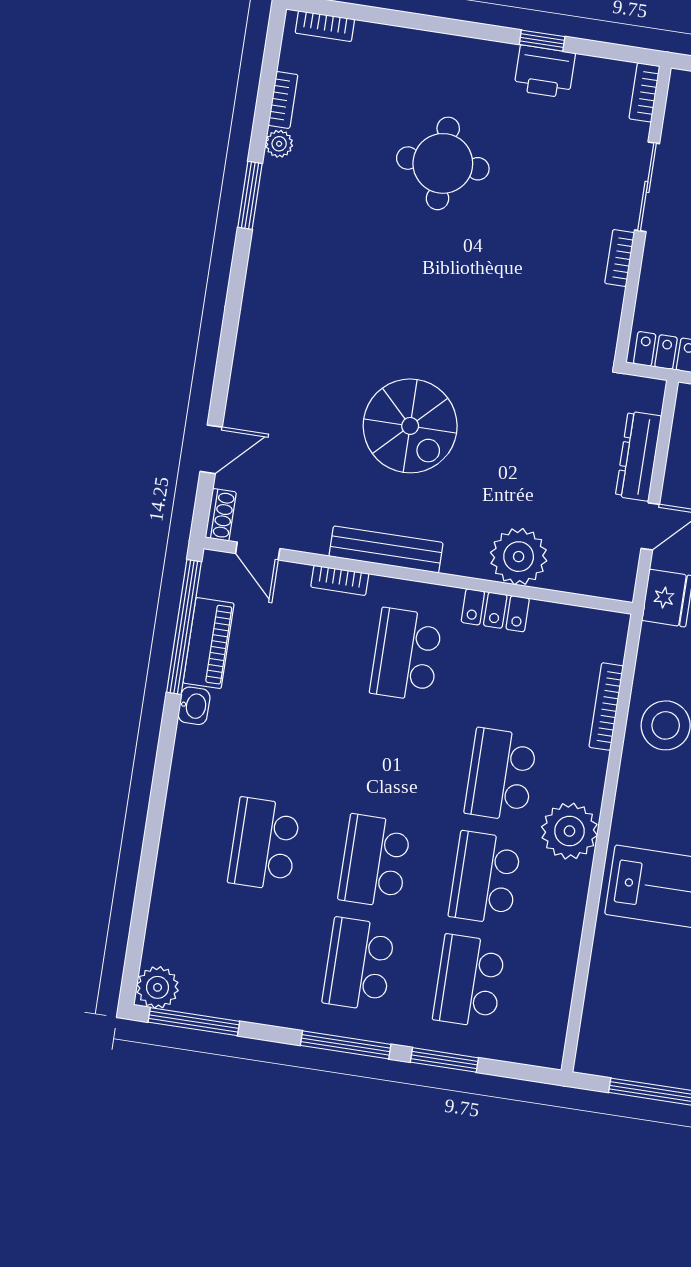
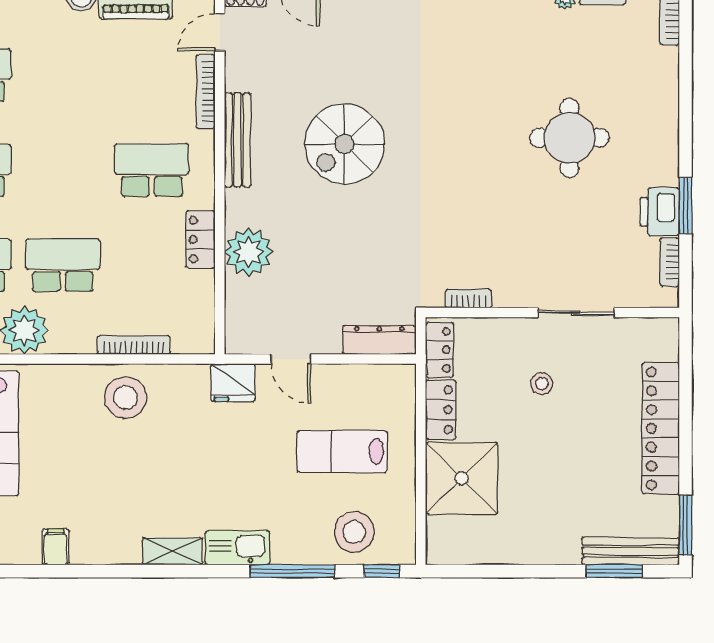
window: (542, 41) -> (686, 206), width x1.50
bookcase: (644, 92) -> (670, 262), moved, turned -90
bookcase: (620, 258) -> (469, 299), moved
dresser: (638, 456) -> (379, 340), moved
bookcase: (340, 580) -> (206, 92), width x1.56

